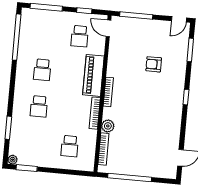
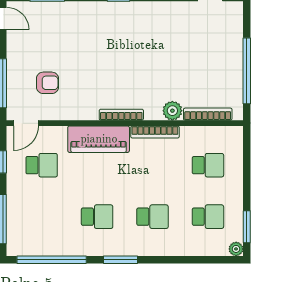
armchair: (154, 64) -> (47, 83), moved, turned -90
window: (8, 128) -> (121, 260), moved
school desk: (36, 143) -> (208, 217), added

